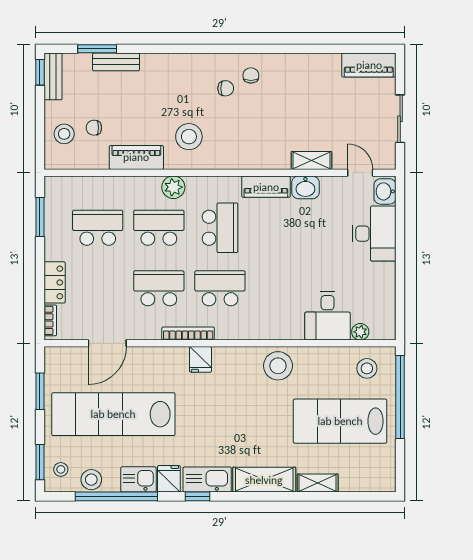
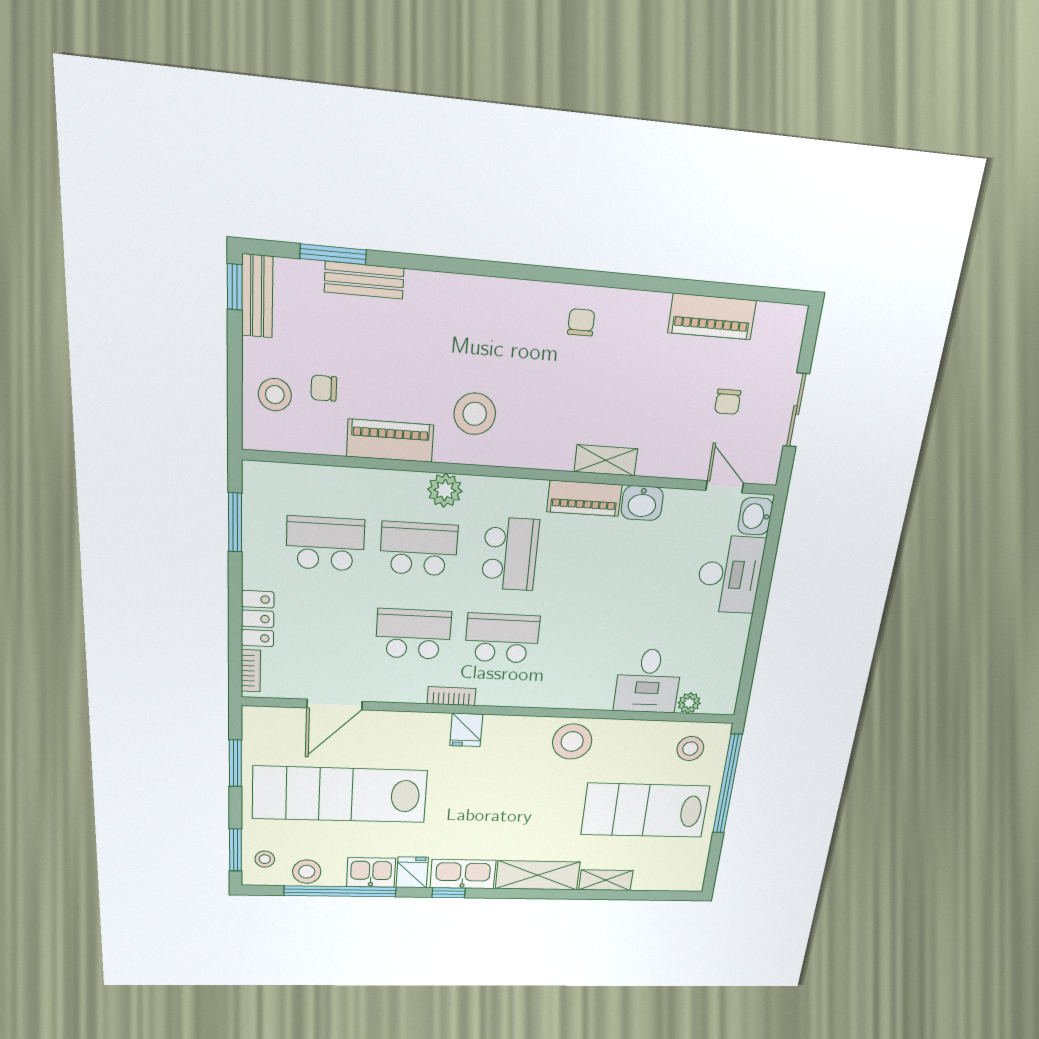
piano: (369, 65) -> (712, 317), moved
chair: (226, 88) -> (728, 402), moved, turned 90
shelving: (311, 160) -> (606, 460), moved
bookcase: (188, 334) -> (452, 696), width x0.64

